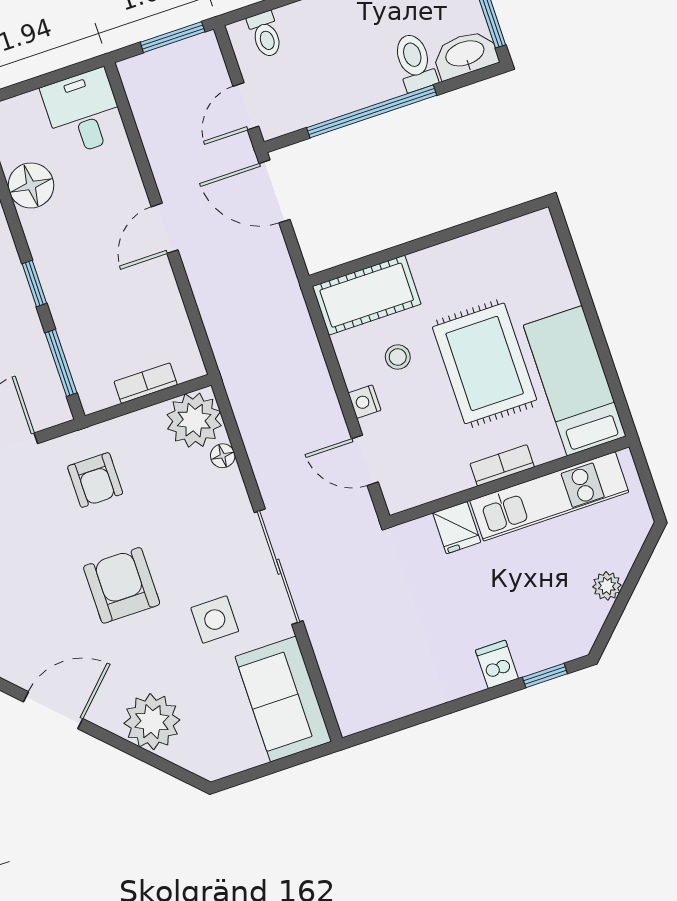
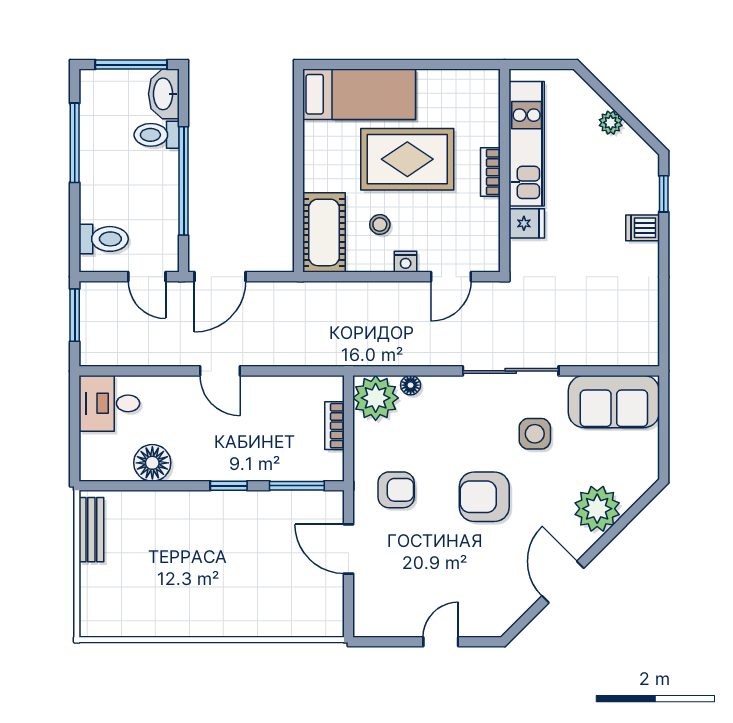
toilet: (265, 35) -> (104, 239), width x1.37, depth x1.39
bed: (575, 381) -> (359, 94), moved, turned 180

